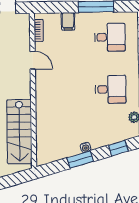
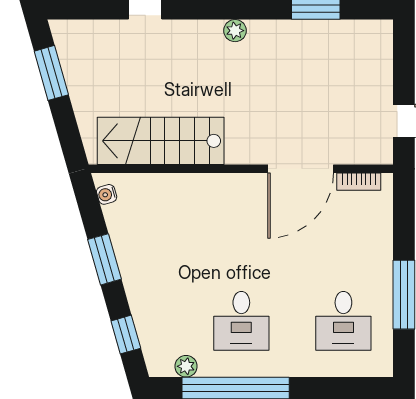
filing cabinet: (68, 21) -> (376, 239), removed
door: (33, 60) -> (301, 169), width x1.88
water cooler: (86, 147) -> (107, 194), moved

